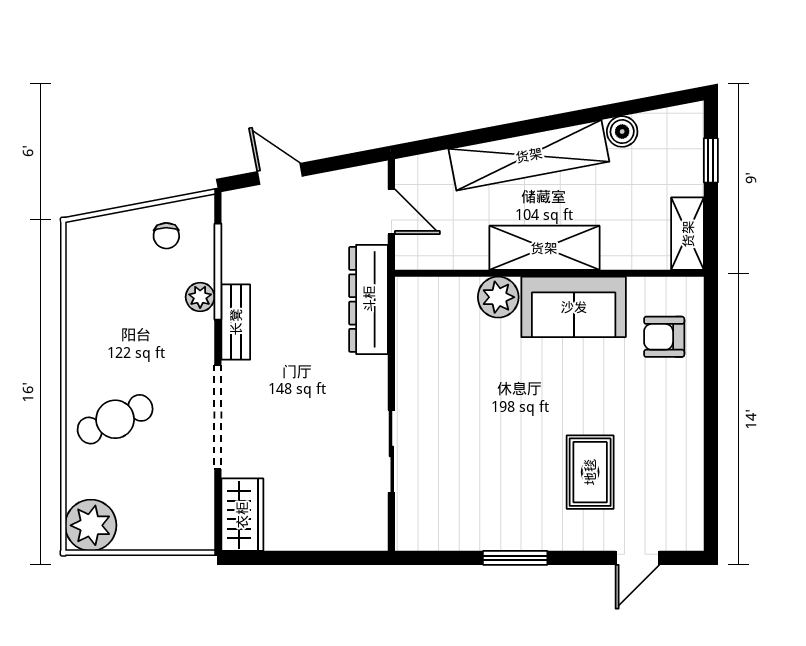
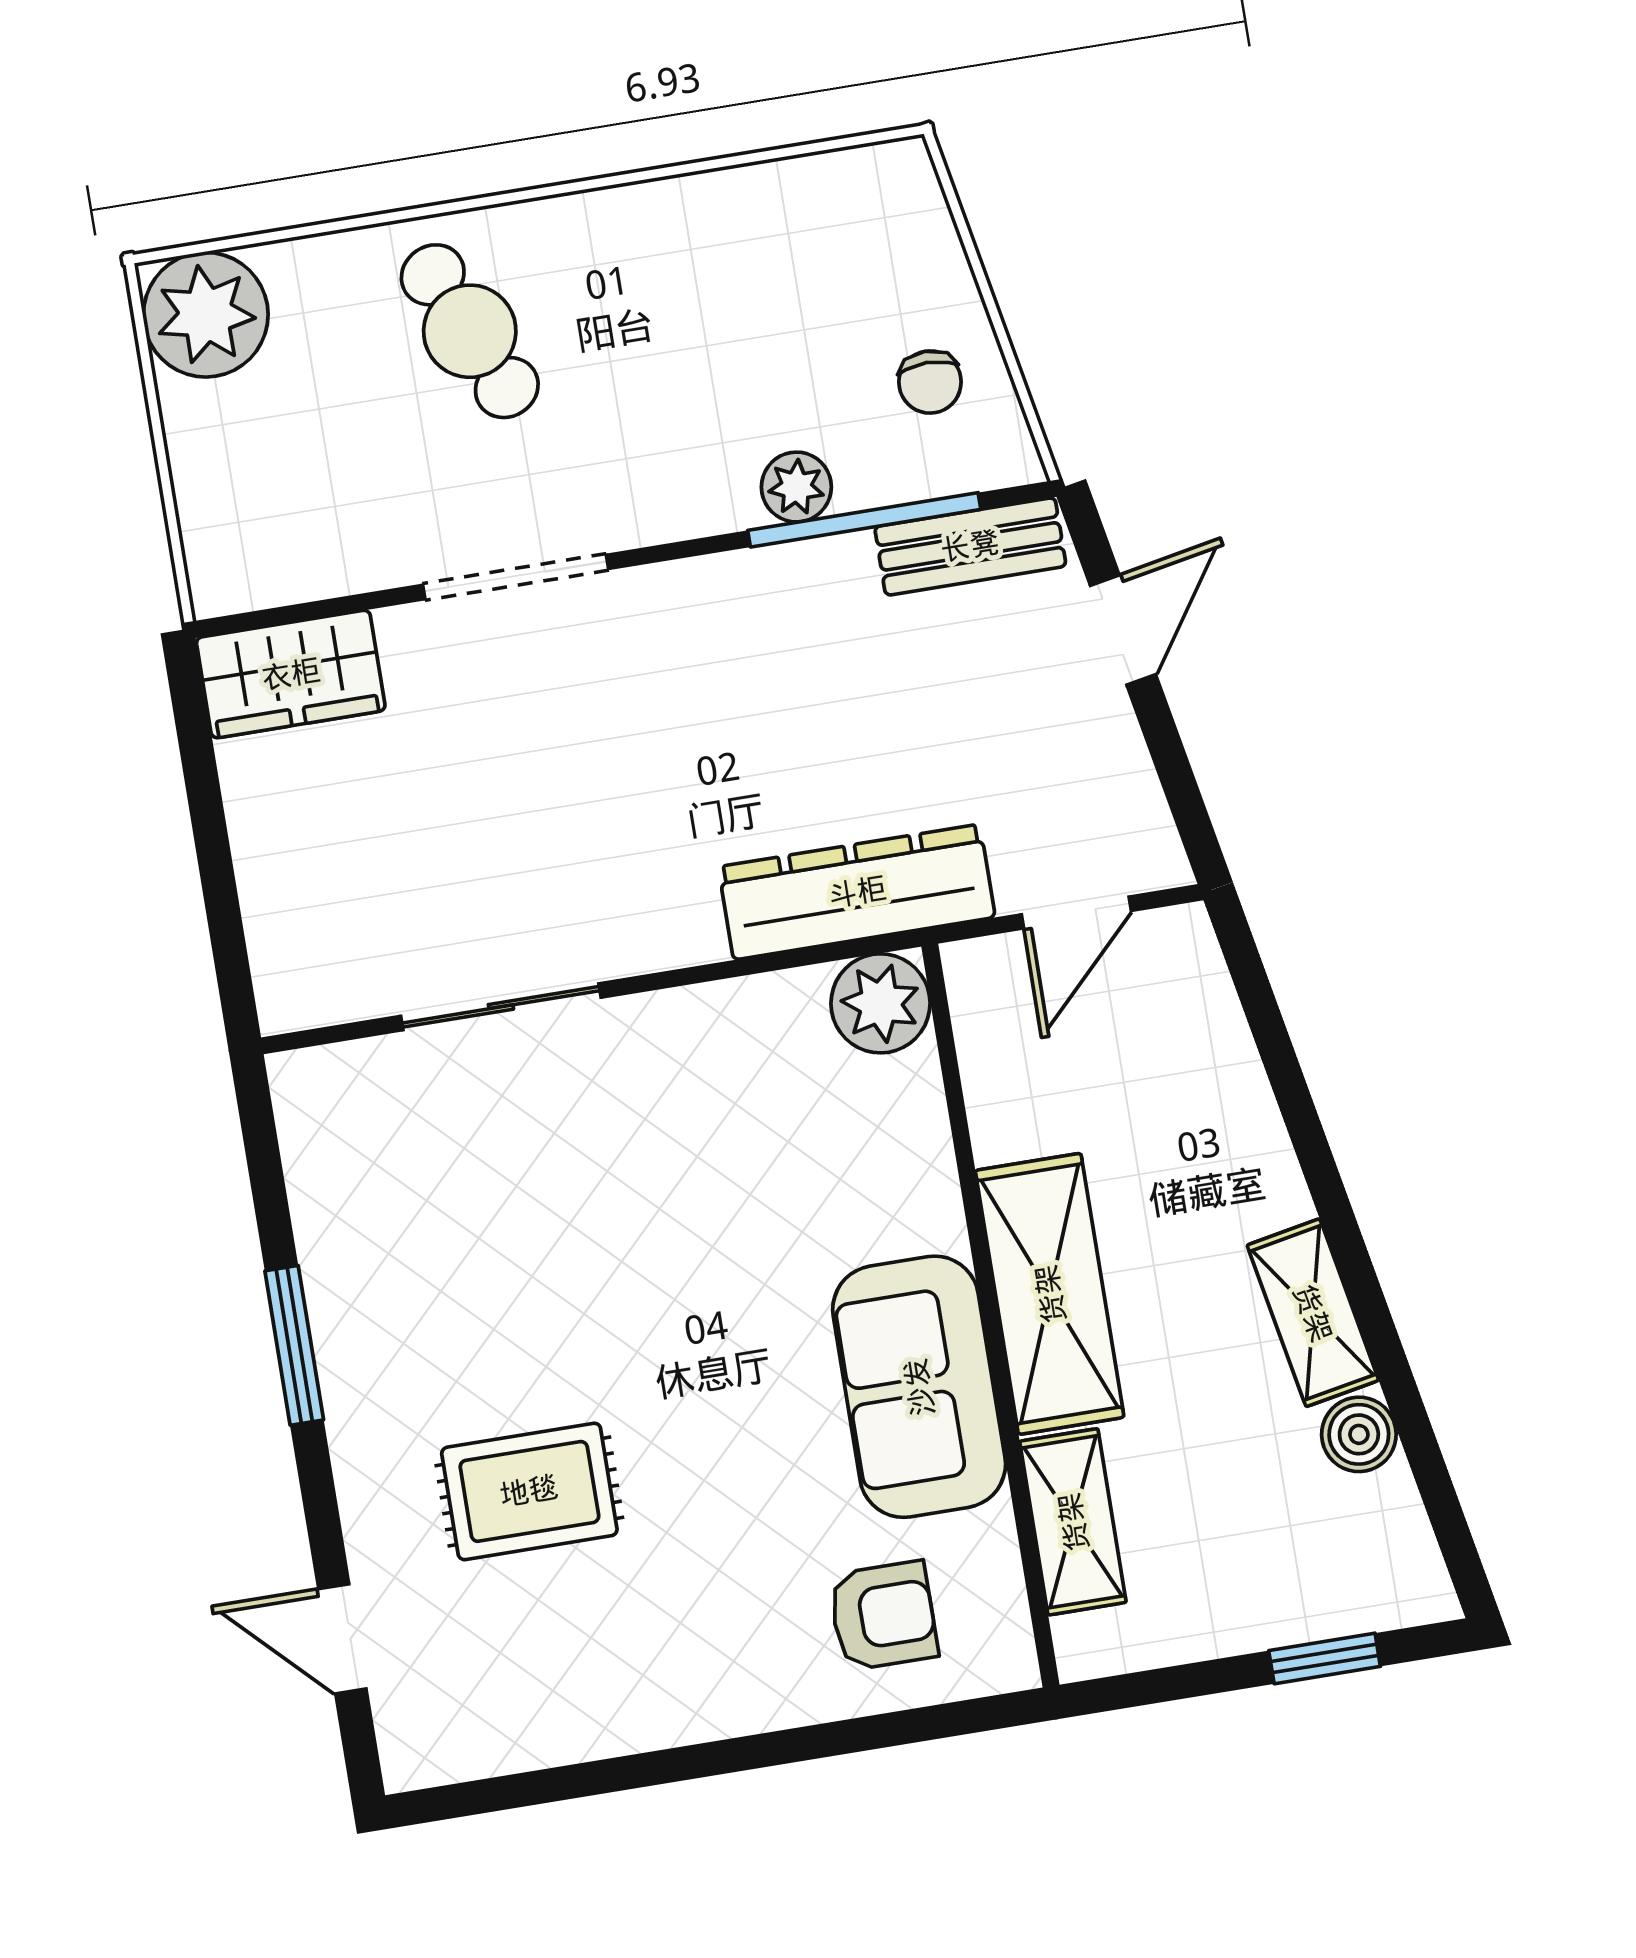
shelving: (529, 155) -> (1313, 1313), width x0.45, depth x0.75
shelving: (688, 234) -> (1073, 1522), moved, turned 90
chair: (166, 236) -> (930, 382), turned -89
plant: (498, 297) -> (881, 1003), moved
bench: (236, 322) -> (970, 546), moved
armchair: (664, 337) -> (883, 1616), turned 90
doorway: (218, 417) -> (516, 577), width x0.73

